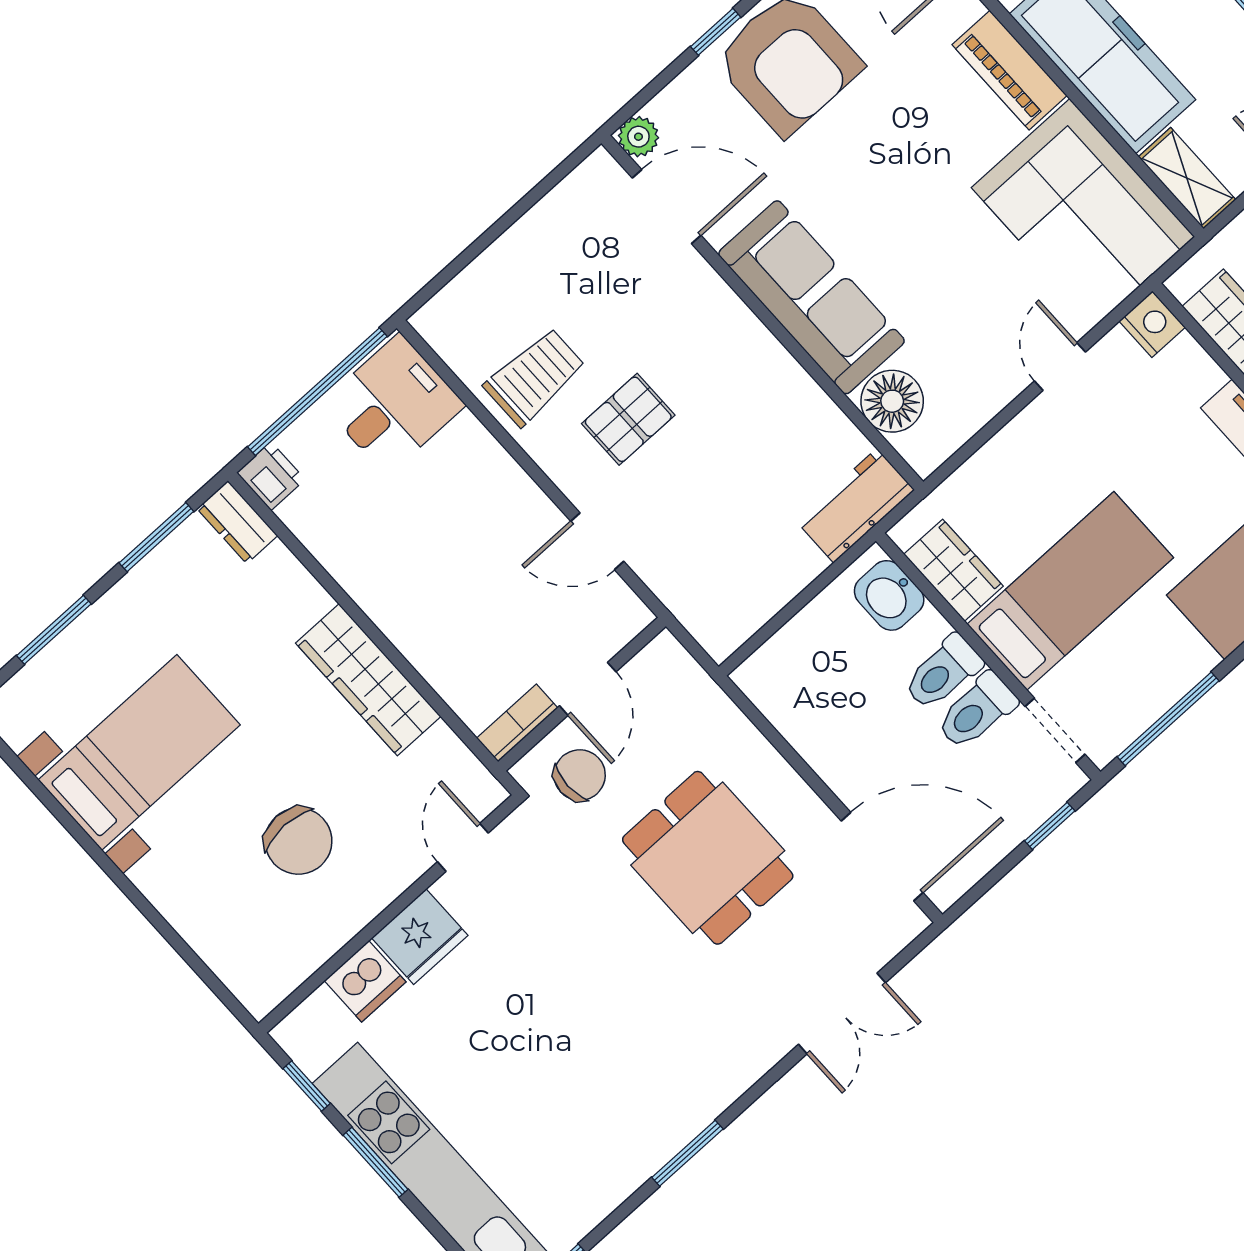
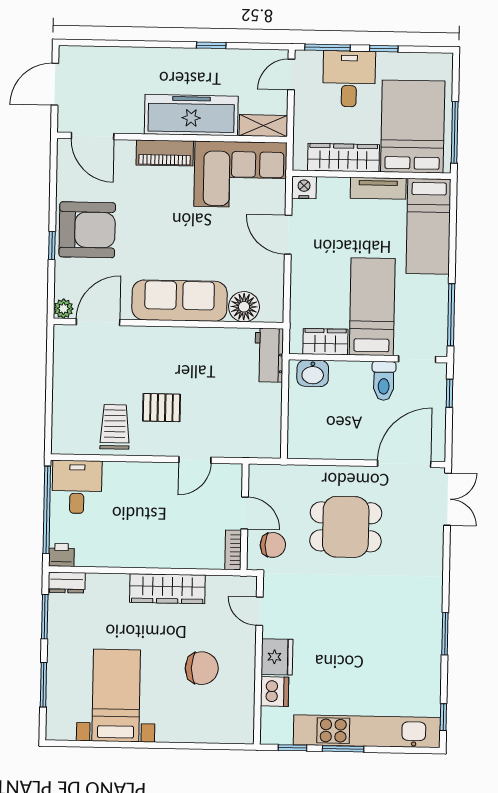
door: (1060, 367) -> (288, 235), width x1.38
pallet: (628, 419) -> (162, 408), turned 90
toilet: (943, 672) -> (358, 380), removed
chair: (580, 775) -> (273, 545), turned 90
double door: (842, 1013) -> (448, 499), moved

